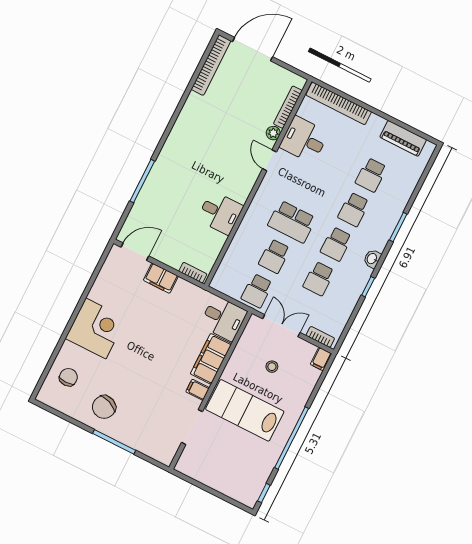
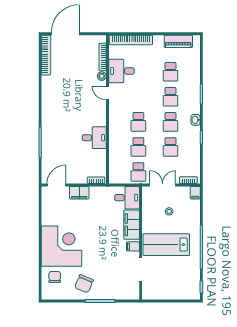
school desk: (292, 222) -> (138, 122), width x0.54
corner desk: (96, 328) -> (62, 246), width x1.36, depth x1.36

